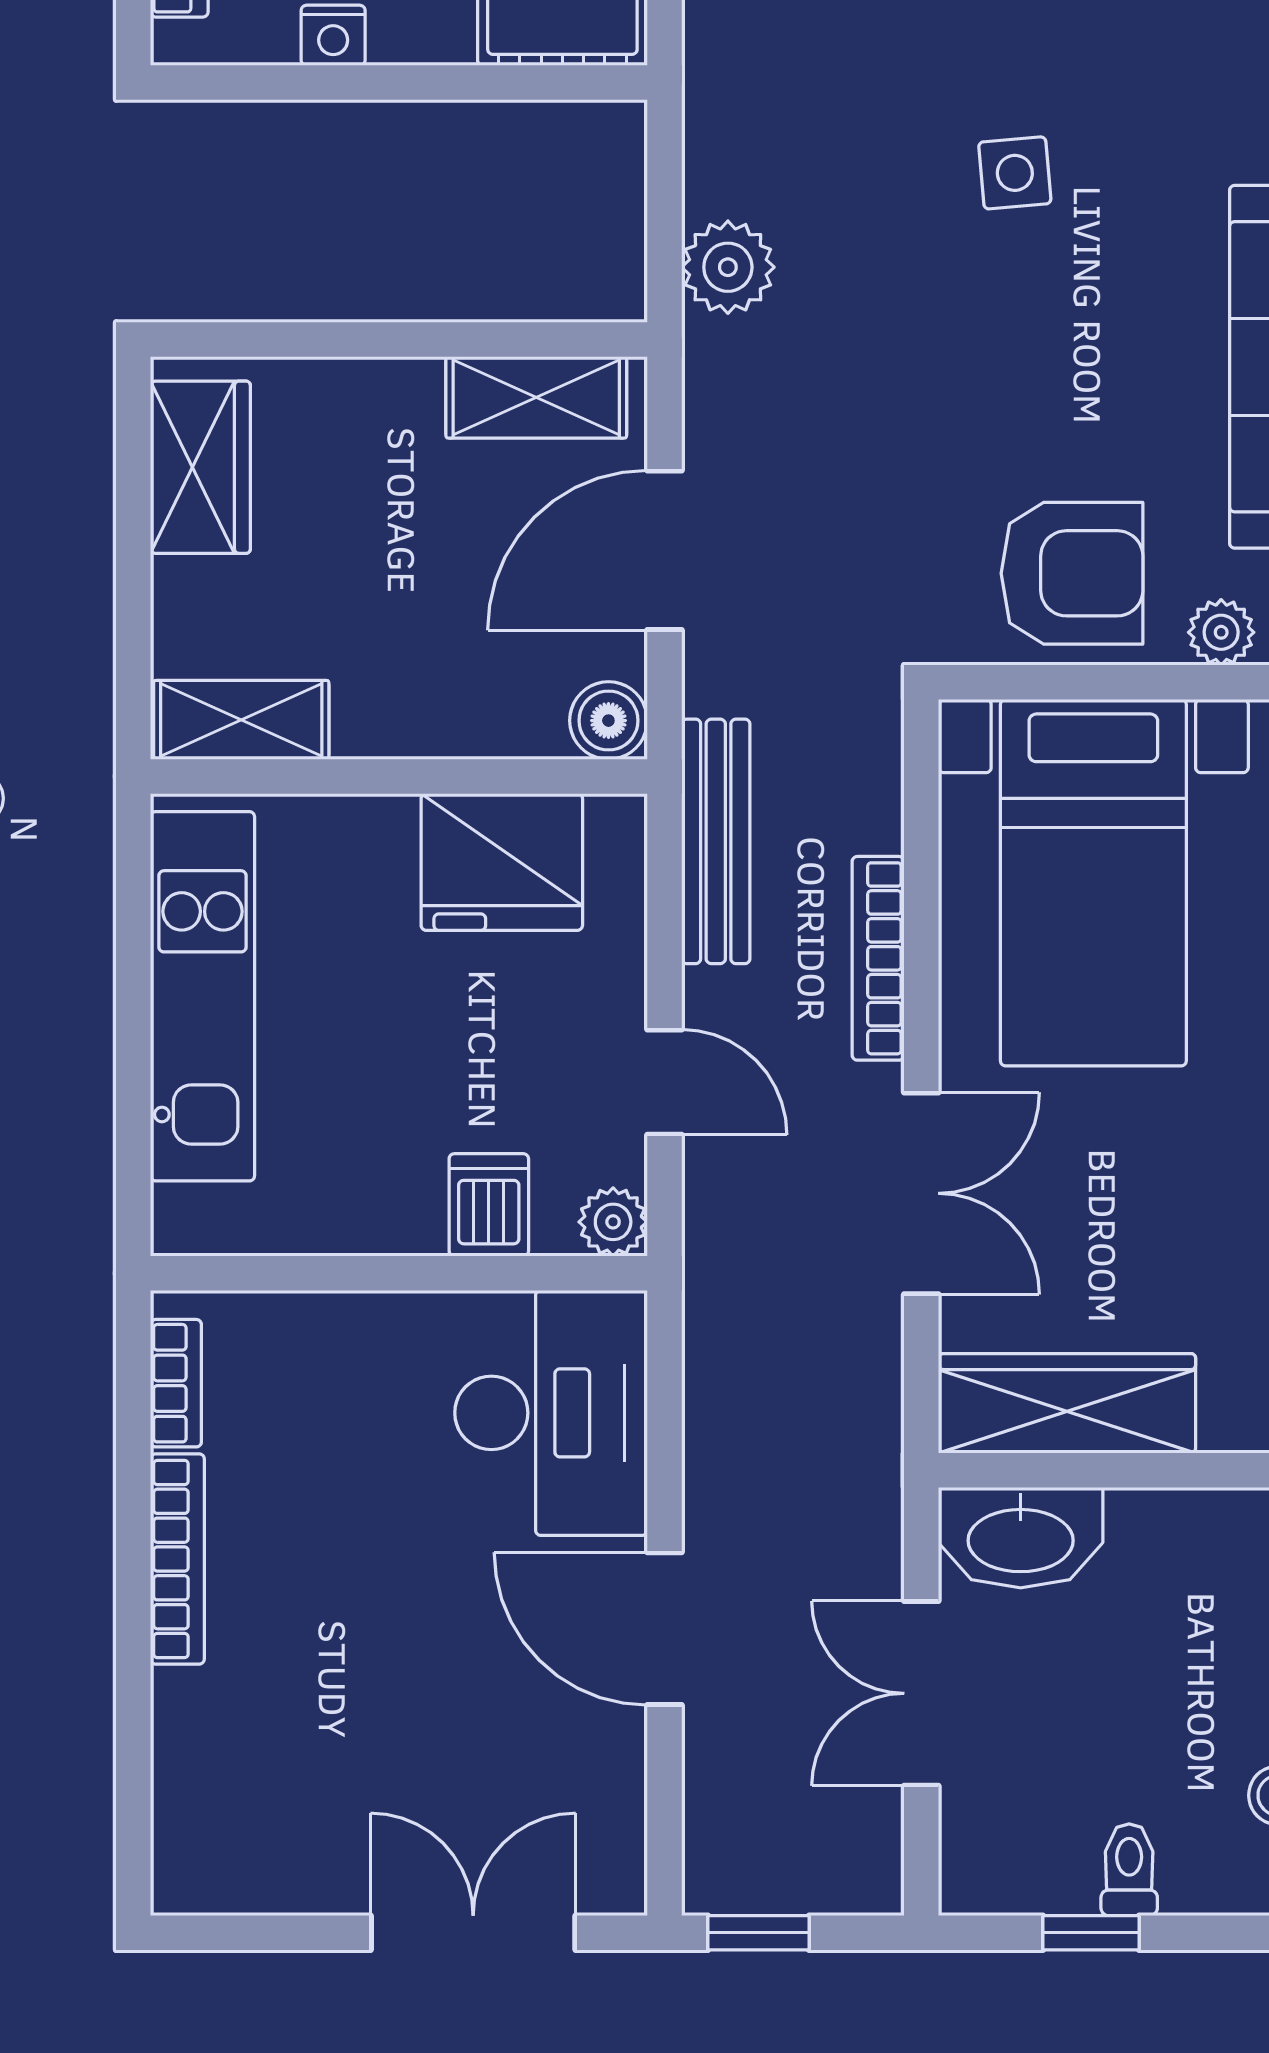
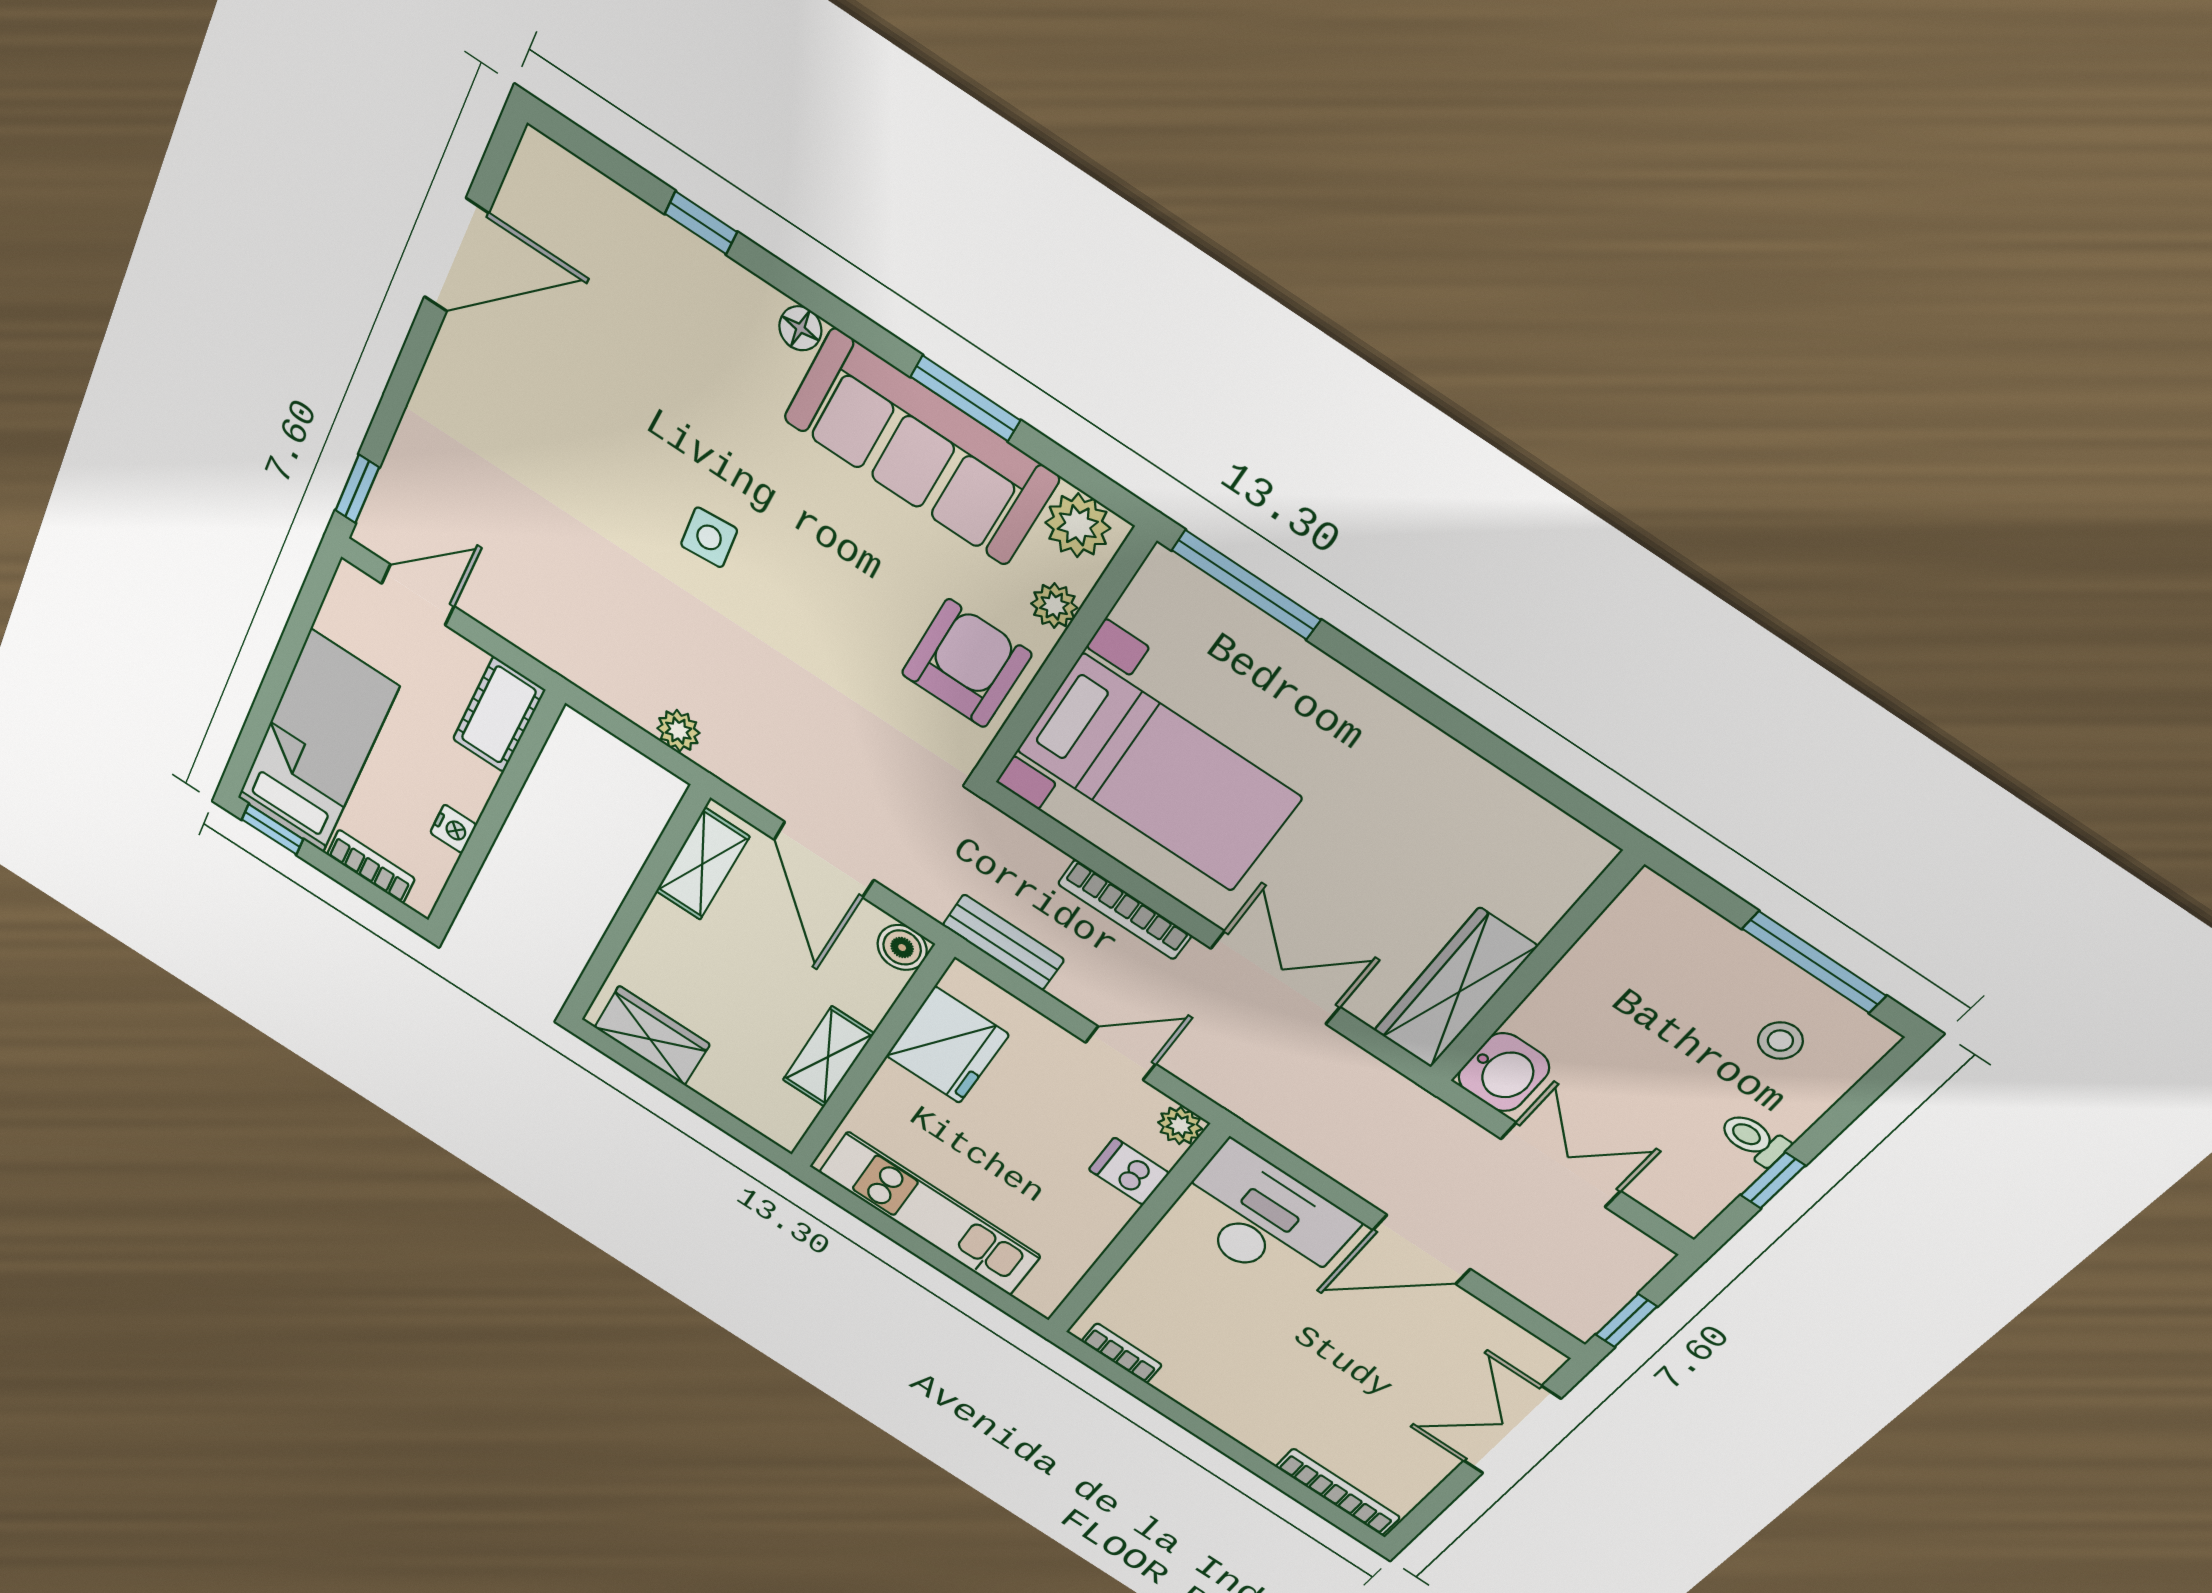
plant: (728, 267) -> (678, 731), width x0.73, depth x0.73
shelving: (241, 720) -> (828, 1057), moved
bench: (716, 841) -> (1003, 942), width x0.73
washbasin: (1021, 1538) -> (1504, 1072), width x0.72
bookcase: (177, 1559) -> (1338, 1492), moved
double door: (921, 1693) -> (1561, 1165), swing flipped

